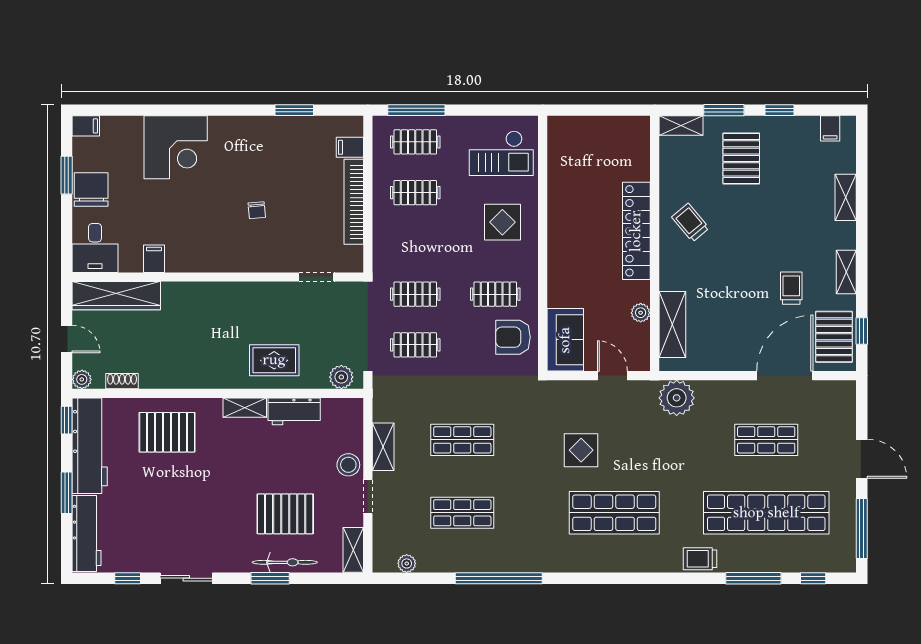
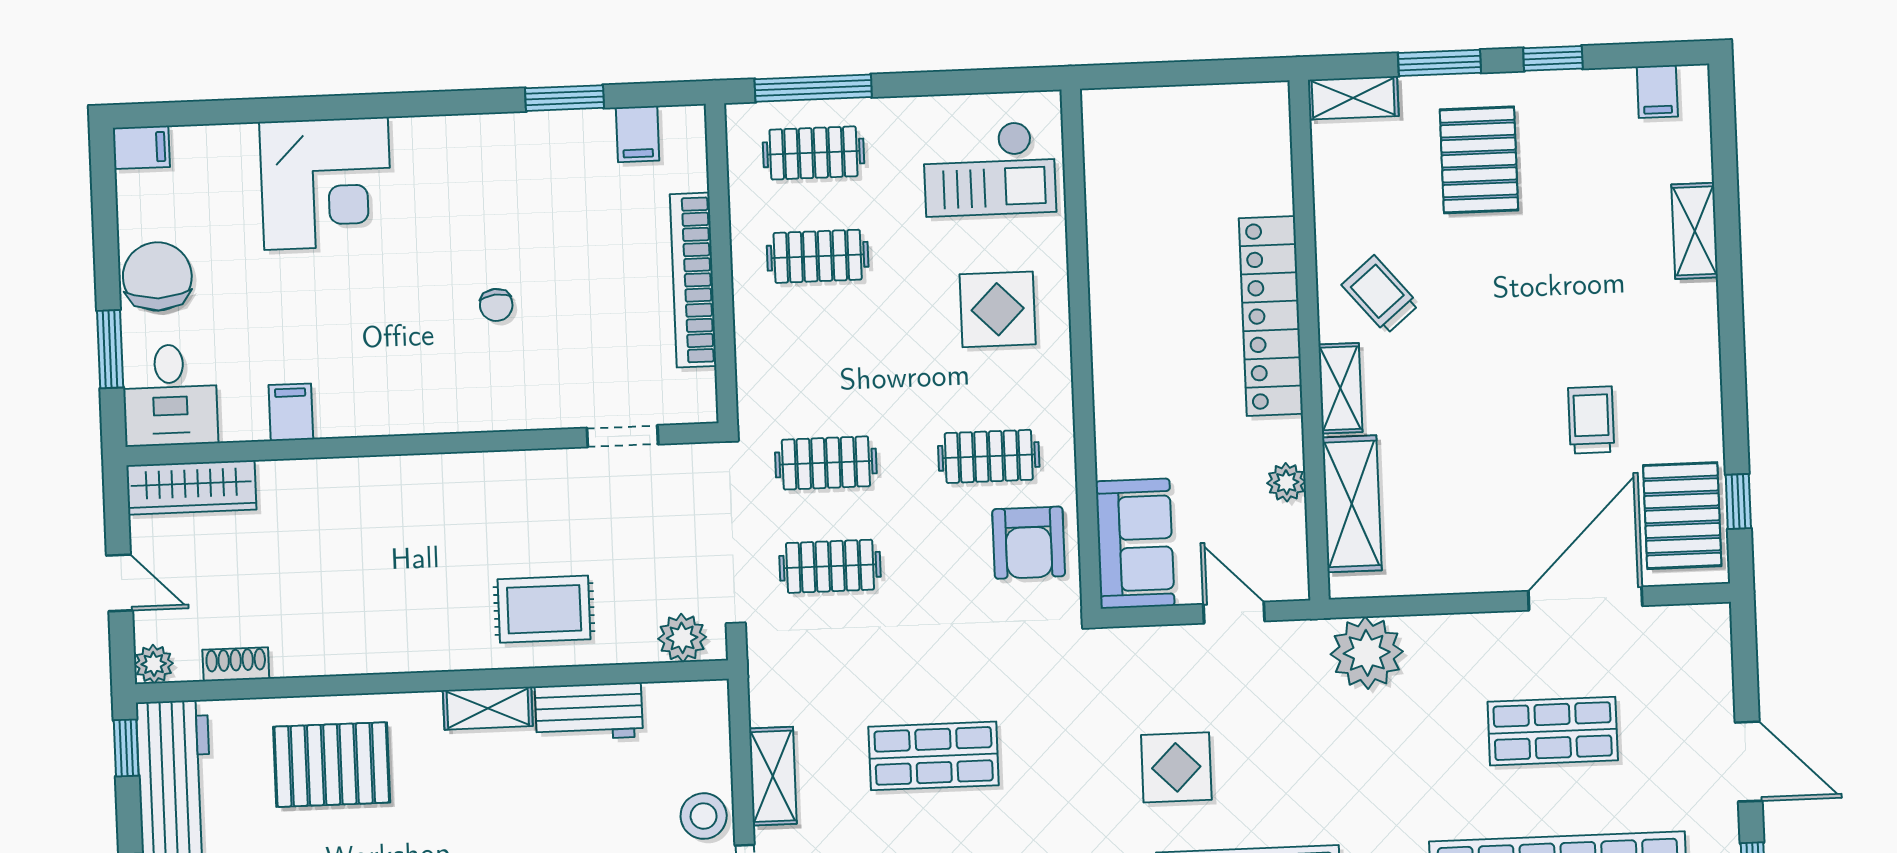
filing cabinet: (350, 147) -> (638, 134), moved, turned -90
window: (67, 175) -> (110, 349), moved
shelving: (846, 272) -> (1340, 388), moved
wardrobe: (116, 296) -> (191, 487), width x0.71, depth x0.85
armchair: (513, 337) -> (1029, 543), turned -90

